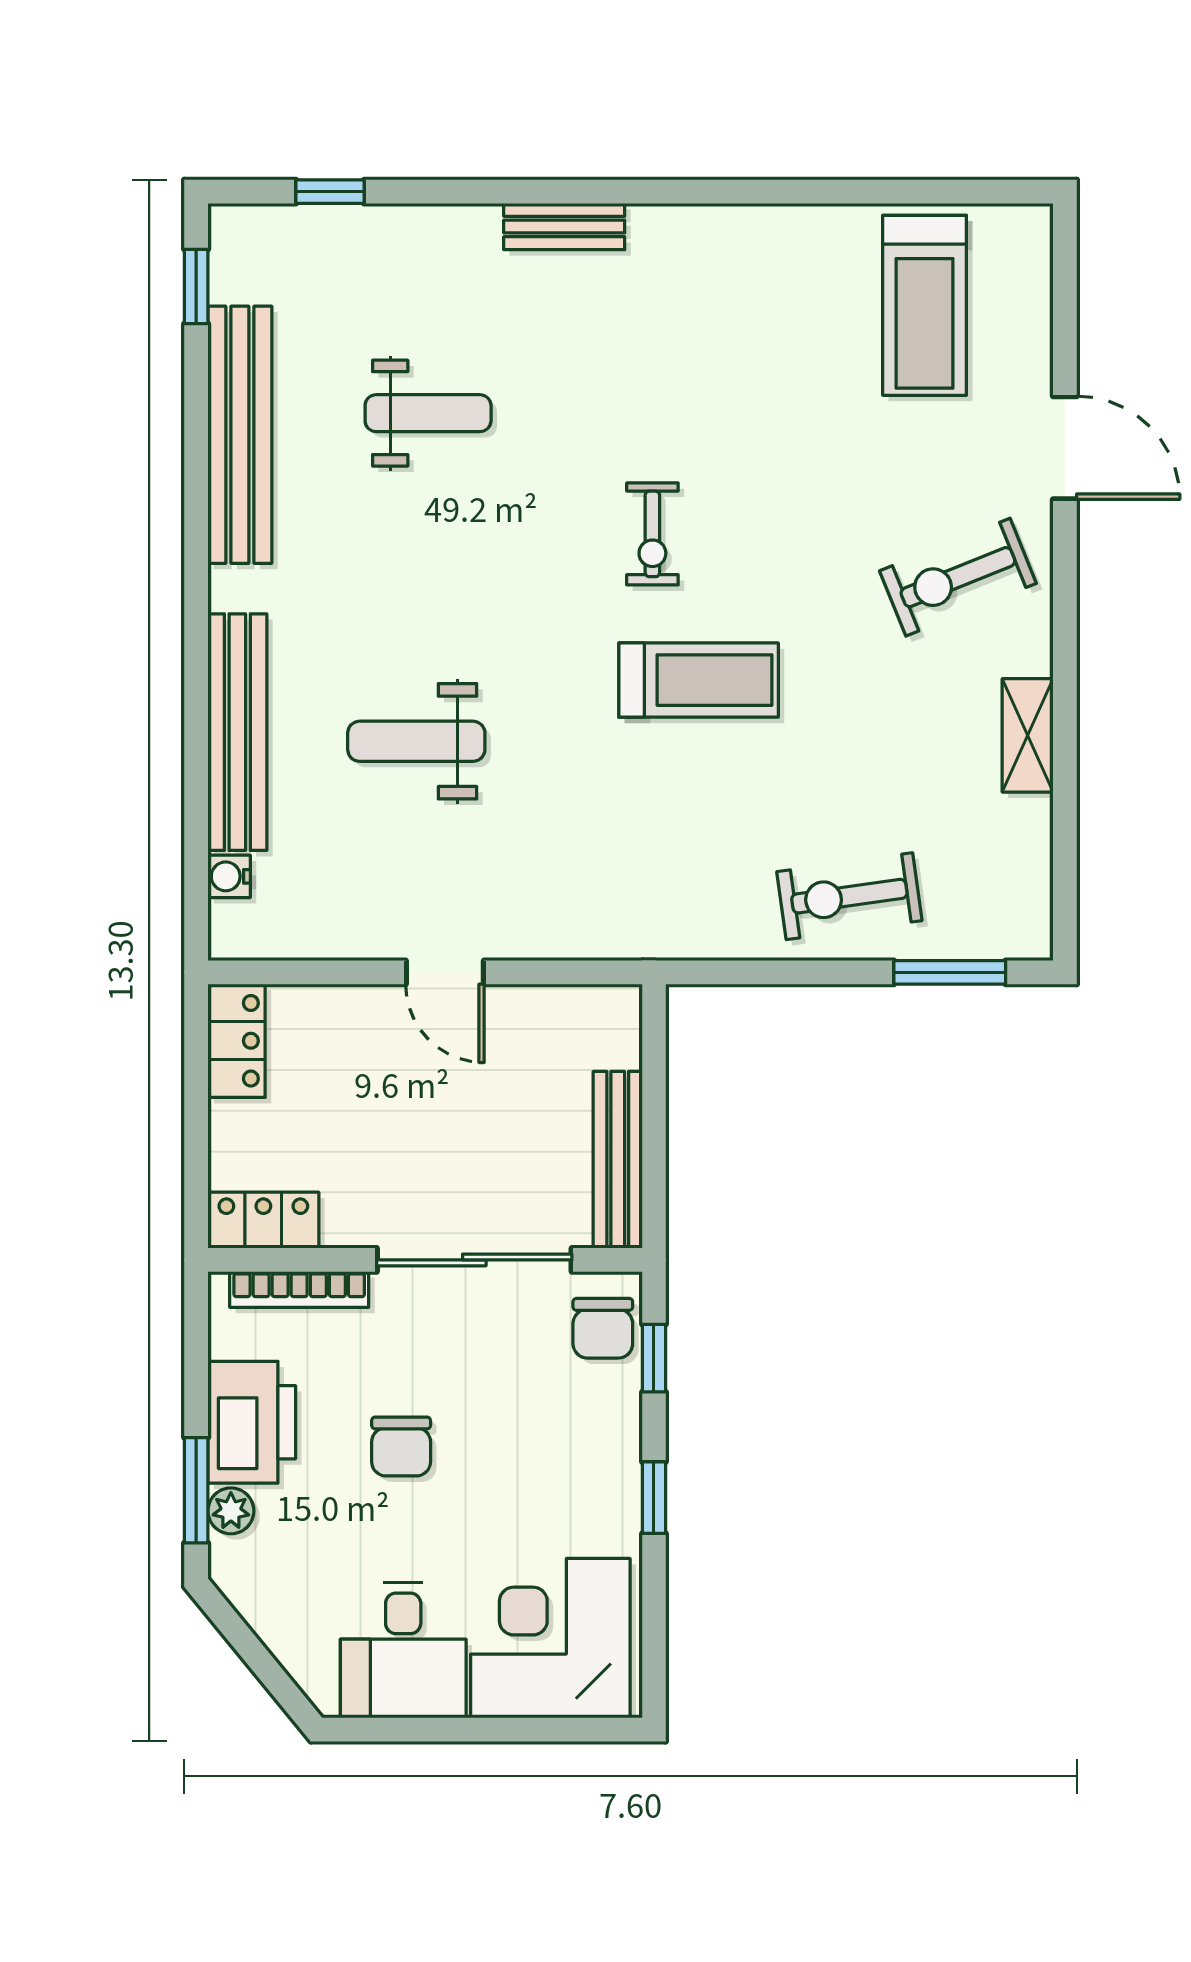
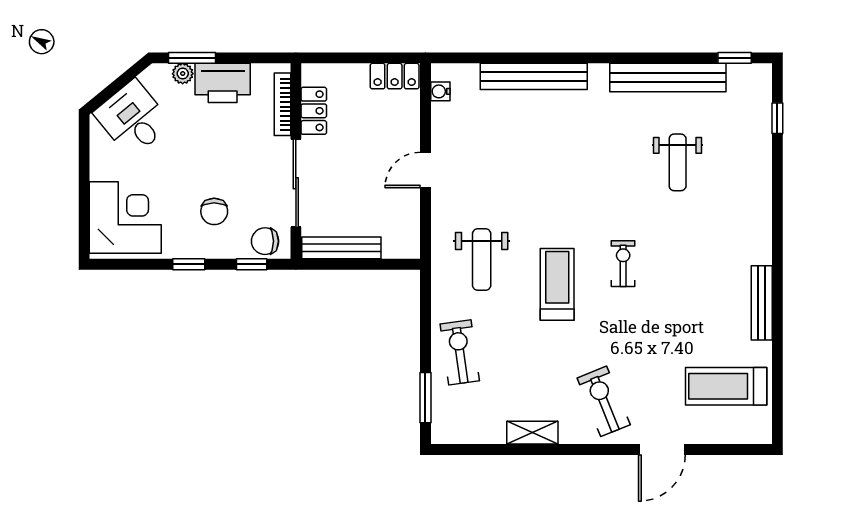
bench: (564, 227) -> (762, 303), moved, width x1.36
exercise bike: (652, 534) -> (623, 264), turned 90
treadmill: (699, 680) -> (557, 284), turned 180
weight bench: (416, 741) -> (482, 260), moved, turned 180
water cooler: (229, 876) -> (440, 91), moved, turned -90
locker: (263, 1220) -> (314, 111), moved
chair: (401, 1447) -> (214, 211), moved, turned -90
desk: (403, 1650) -> (133, 119), moved, turned 51

